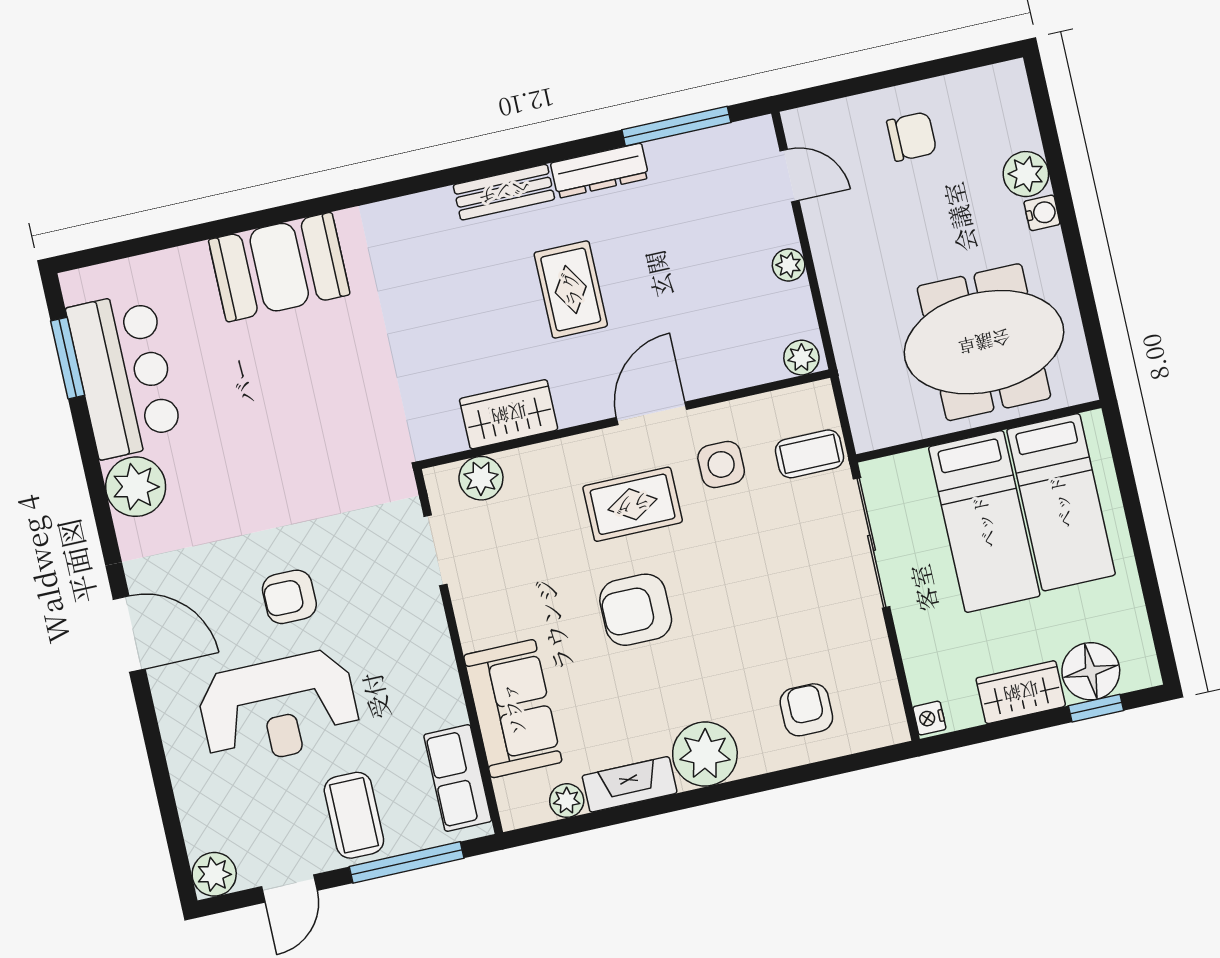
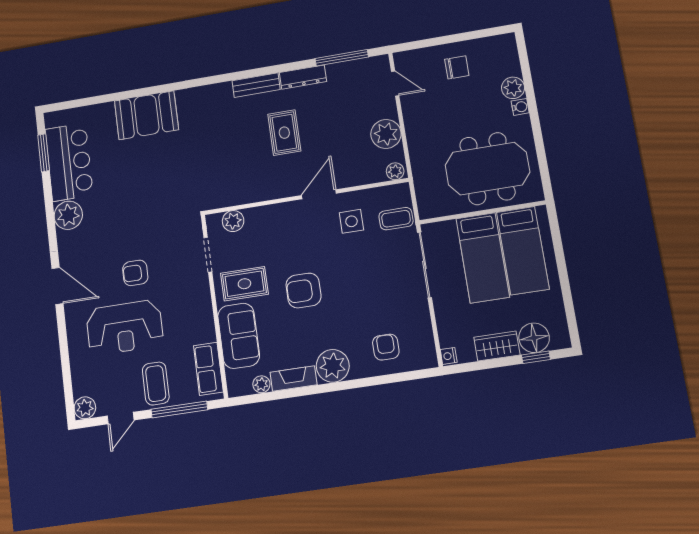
plant: (789, 265) -> (386, 134), width x1.88, depth x1.88
wardrobe: (509, 414) -> (249, 191), removed
rug: (633, 504) -> (244, 284), moved

